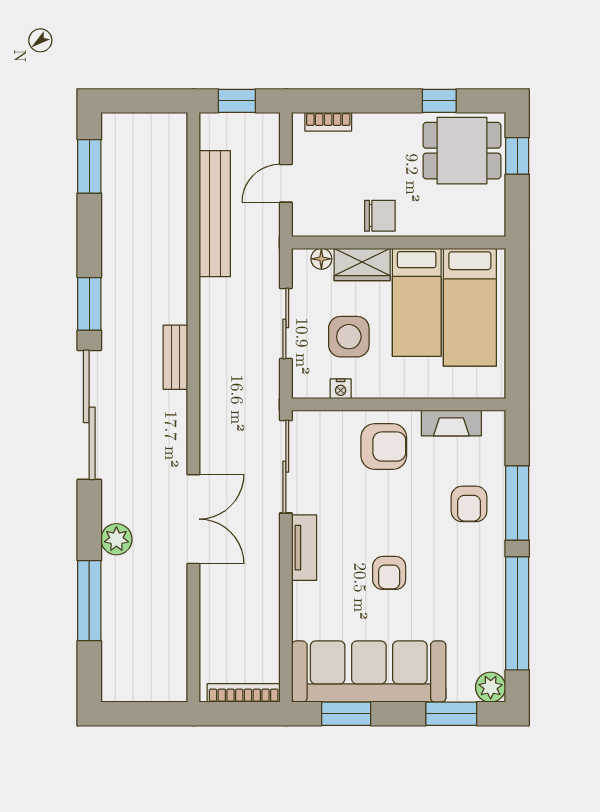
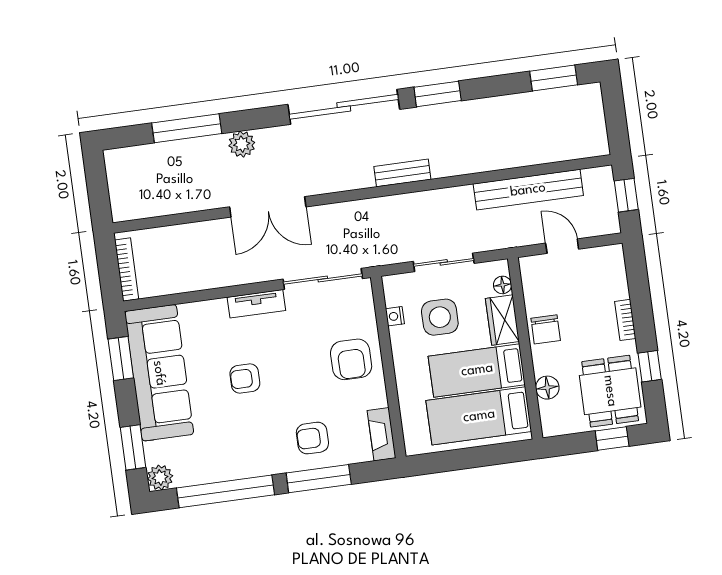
bookcase: (328, 122) -> (625, 320), moved
floor lamp: (448, 223) -> (547, 388), added
fireplace: (451, 423) -> (382, 434), moved

